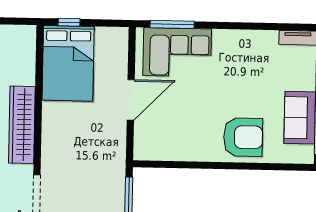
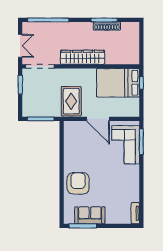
armchair: (243, 137) -> (78, 183), turned 180
rug: (99, 146) -> (71, 101), added

